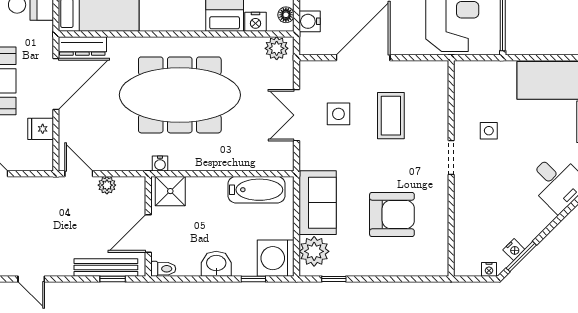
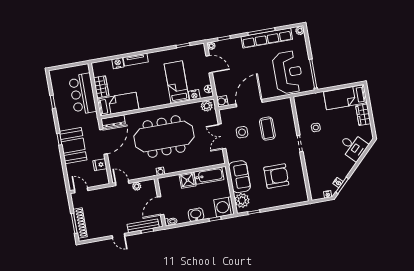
water cooler: (310, 21) -> (222, 101), moved
shower: (170, 191) -> (187, 180), moved
door: (31, 279) -> (119, 236), moved

